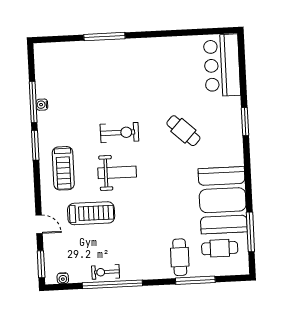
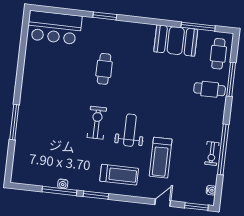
cafe table: (183, 131) -> (104, 69), turned -43
booth: (223, 200) -> (176, 41), width x0.73, depth x0.70
treadmill: (91, 213) -> (161, 158), turned 180
cafe table: (220, 248) -> (218, 54), moved

